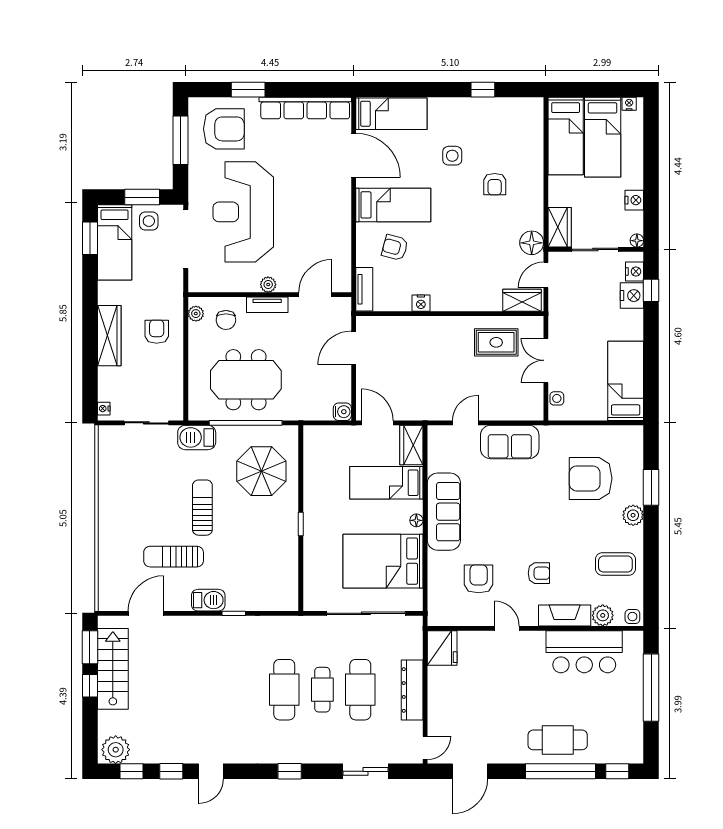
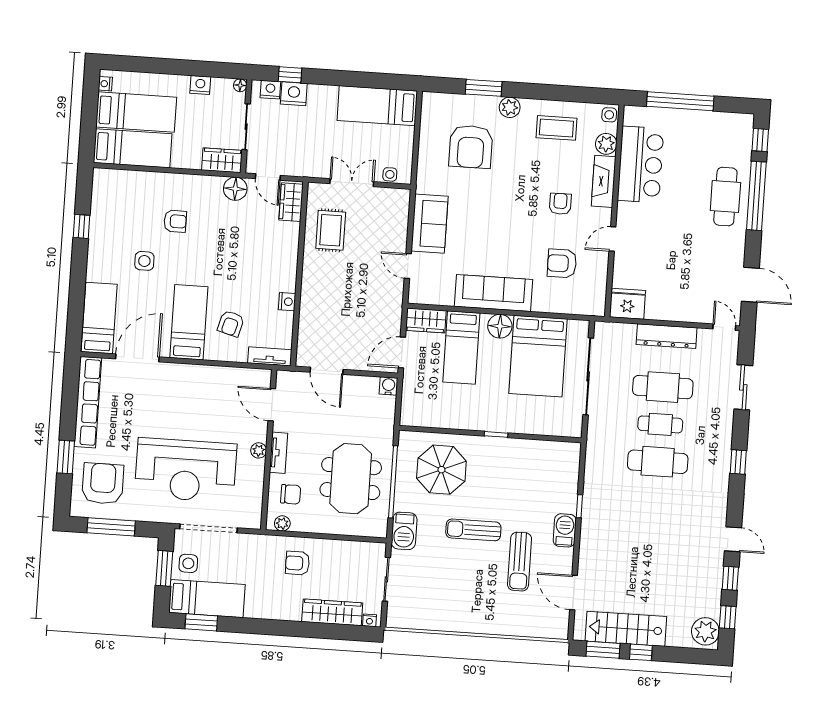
wardrobe: (109, 336) -> (332, 612), moved
double door: (546, 360) -> (352, 183), swing flipped
floor lamp: (416, 520) -> (500, 326), width x1.89, depth x1.89
coffee table: (615, 564) -> (556, 128), turned 90

